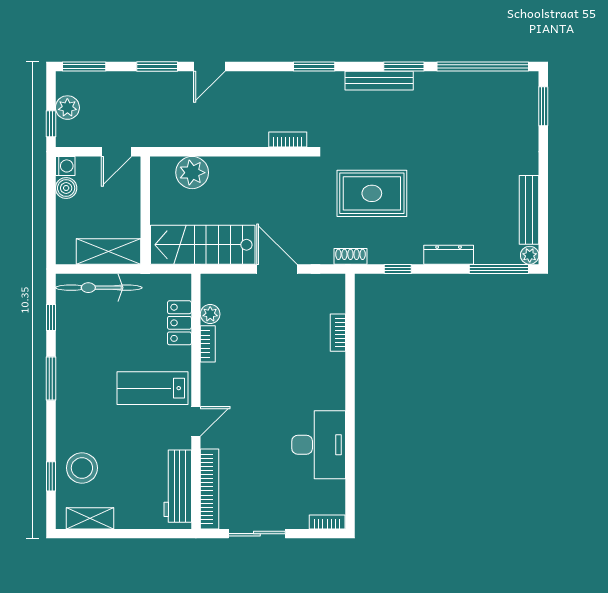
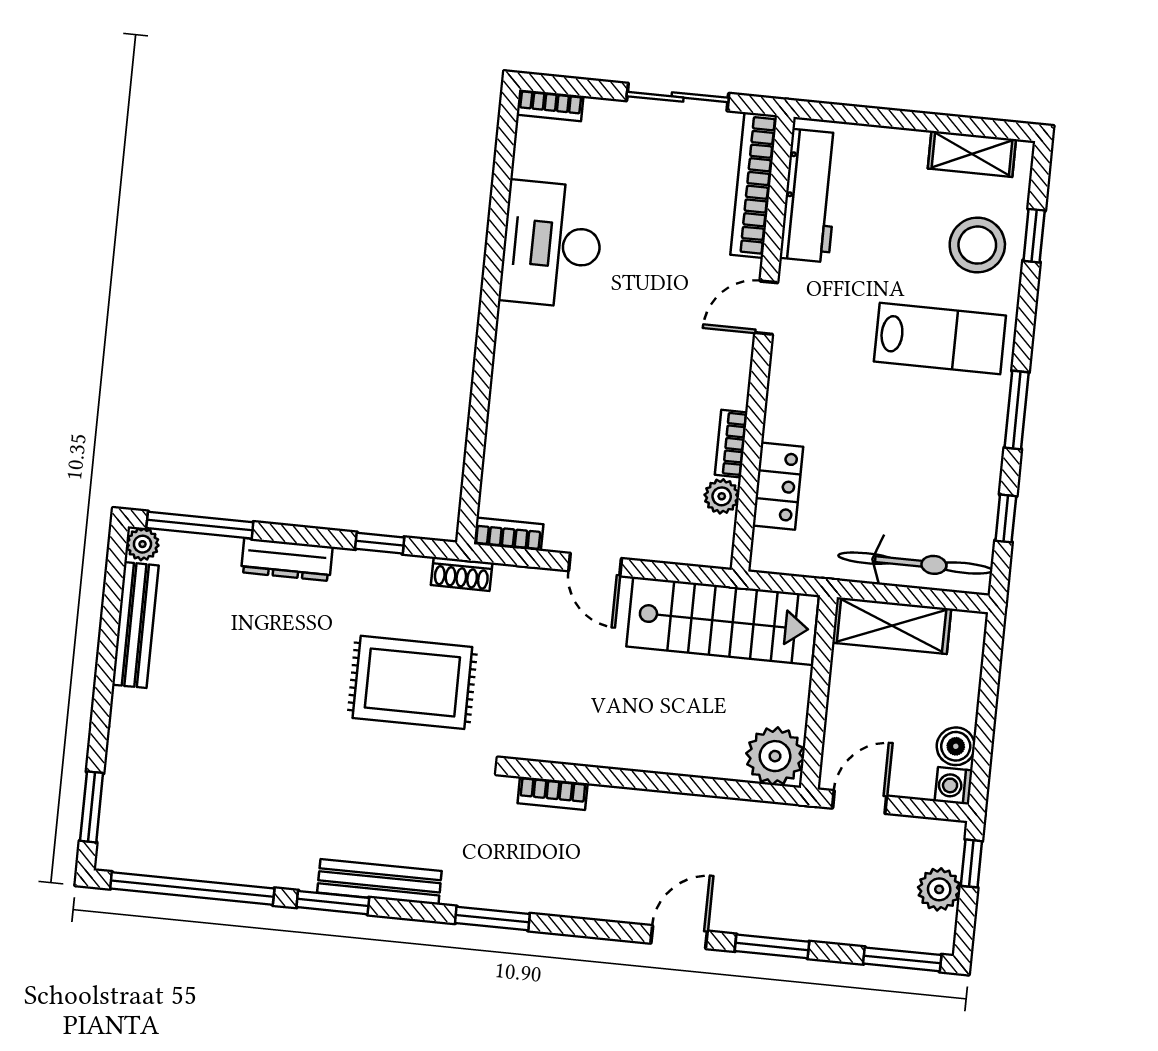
plant: (192, 173) -> (775, 756), moved
door: (277, 269) -> (595, 565), width x0.73
bookcase: (338, 333) -> (509, 534), moved, turned -90
lab bench: (152, 388) -> (940, 339), moved

